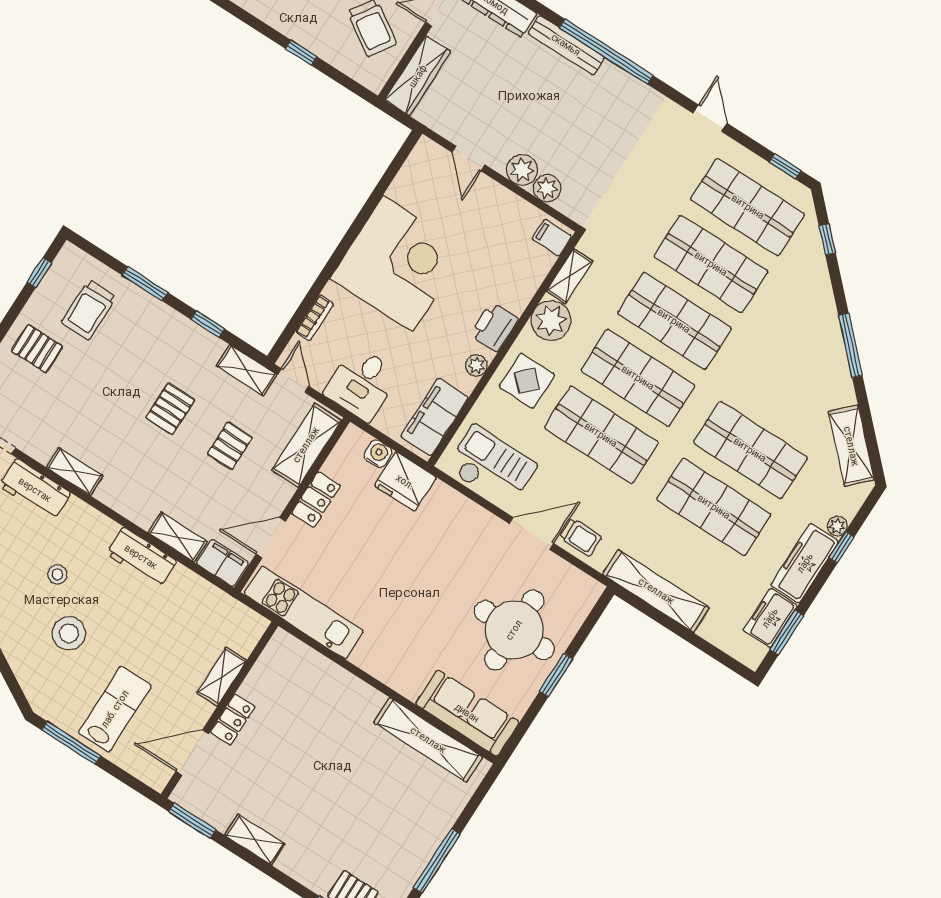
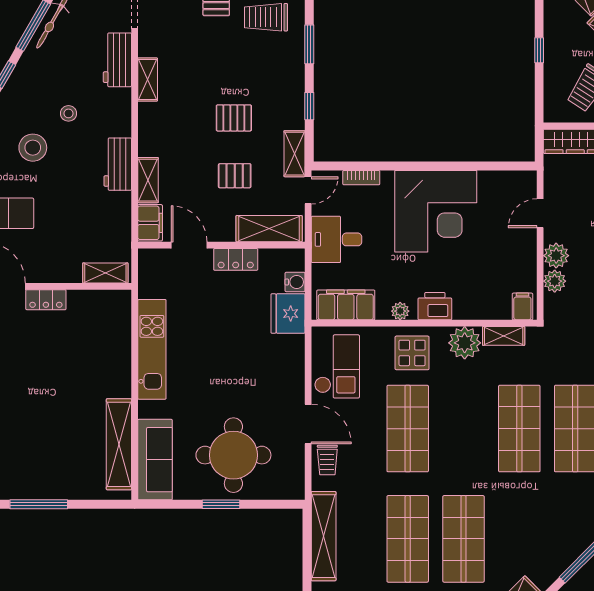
shop shelf: (638, 378) -> (463, 429), removed
kitchen unit: (304, 613) -> (152, 349), moved
shelving: (222, 677) -> (105, 273), moved

